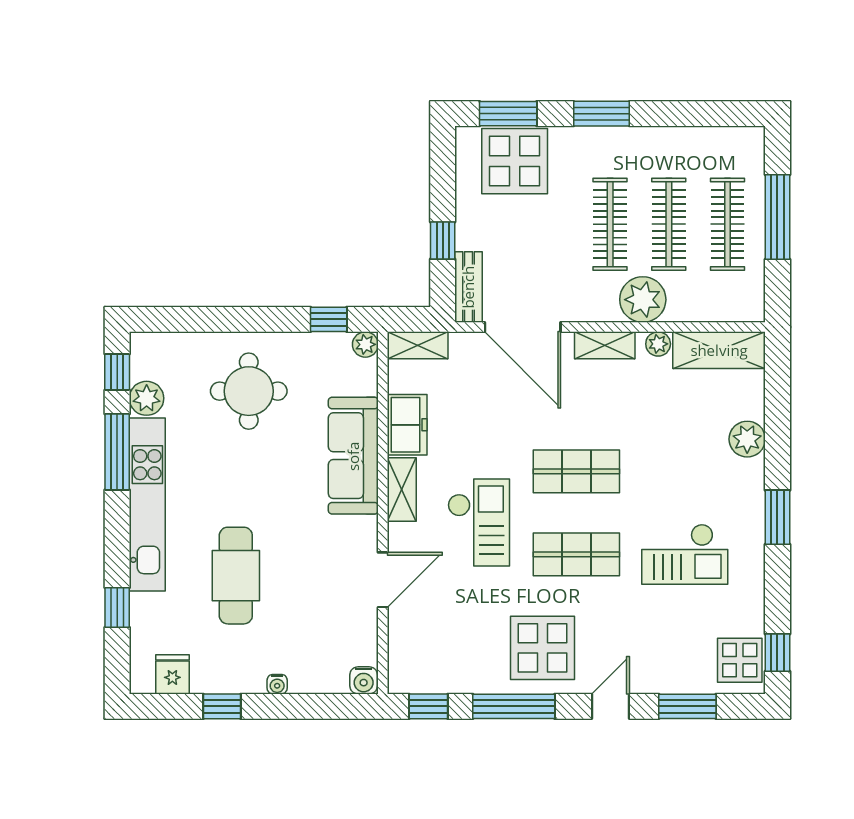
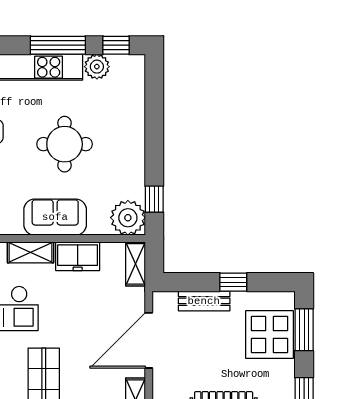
window: (443, 241) -> (233, 282), moved
bench: (468, 287) -> (204, 301), moved
plant: (365, 344) -> (128, 218), width x1.88, depth x1.88
round table: (249, 391) -> (65, 144), moved
sofa: (353, 456) -> (55, 217), width x0.73

